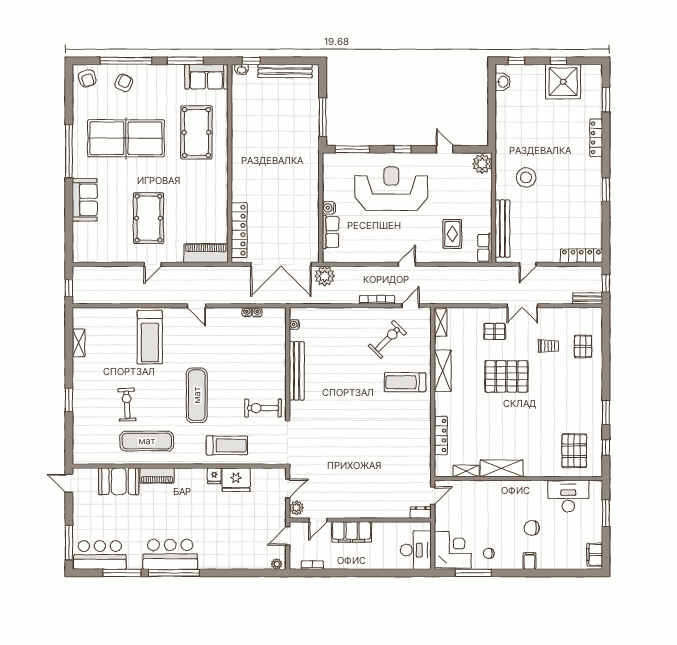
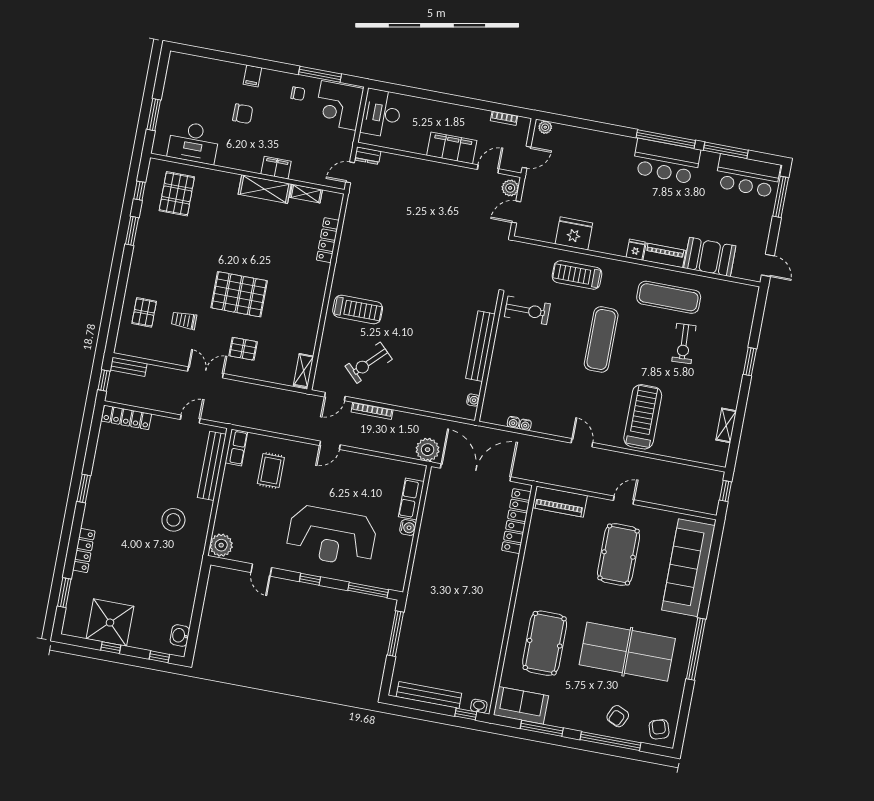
sofa: (85, 200) -> (688, 568), width x1.85, depth x1.27
shelving: (443, 371) -> (311, 315), removed
fridge: (214, 476) -> (636, 250), moved
filing cabinet: (595, 555) -> (276, 168), moved, turned -90

